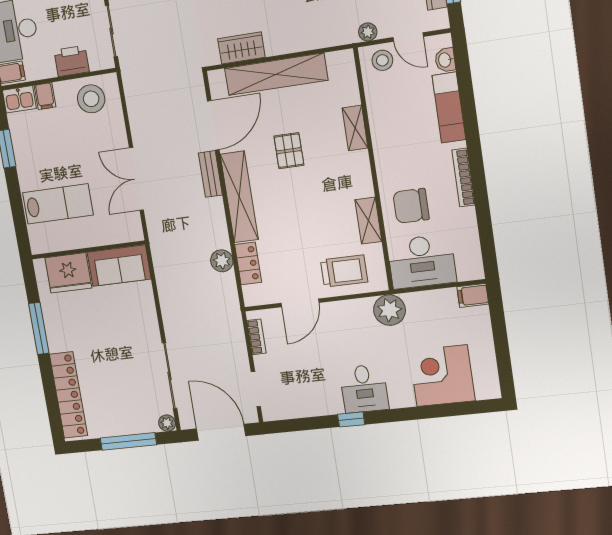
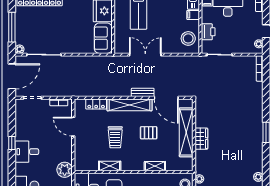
wardrobe: (241, 48) -> (201, 139), moved
plant: (222, 261) -> (99, 91), removed
trolley: (344, 271) -> (115, 137), moved

